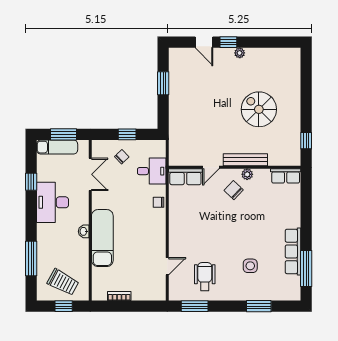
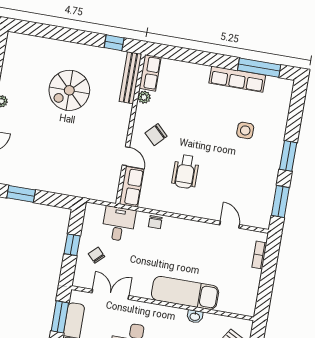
bench: (245, 160) -> (130, 78), moved
plant: (247, 174) -> (144, 97), moved
washbasin: (84, 231) -> (195, 316), moved
wheelchair: (205, 277) -> (185, 172), moved, turned -90
bookcase: (119, 296) -> (259, 255), moved
window: (259, 306) -> (288, 156), moved

